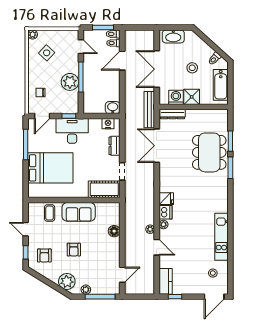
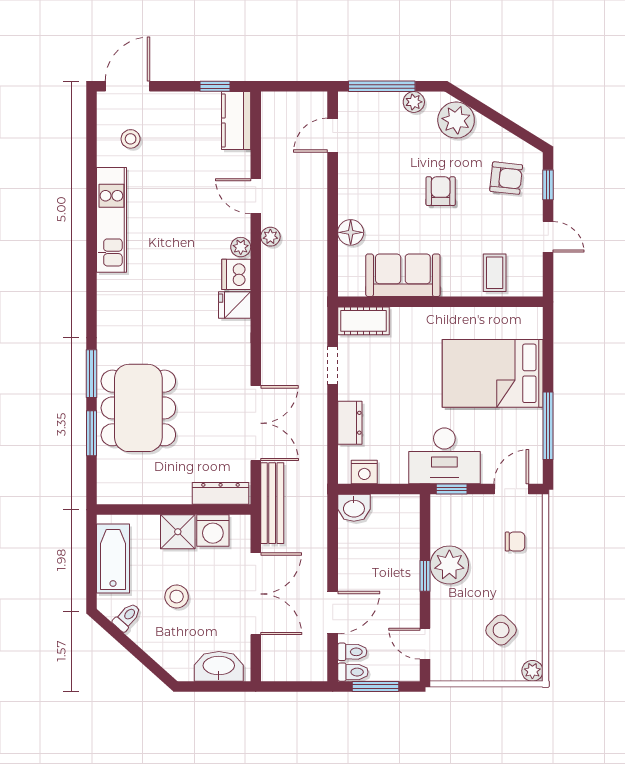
window: (81, 77) -> (425, 576), width x0.46
cot: (104, 189) -> (363, 321), width x0.73, depth x0.75
sofa: (79, 212) -> (403, 275), moved
armchair: (44, 255) -> (506, 178), turned 96

